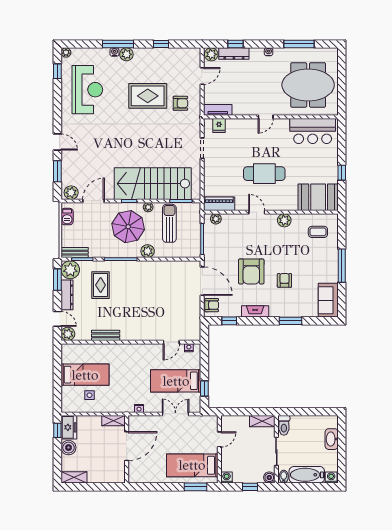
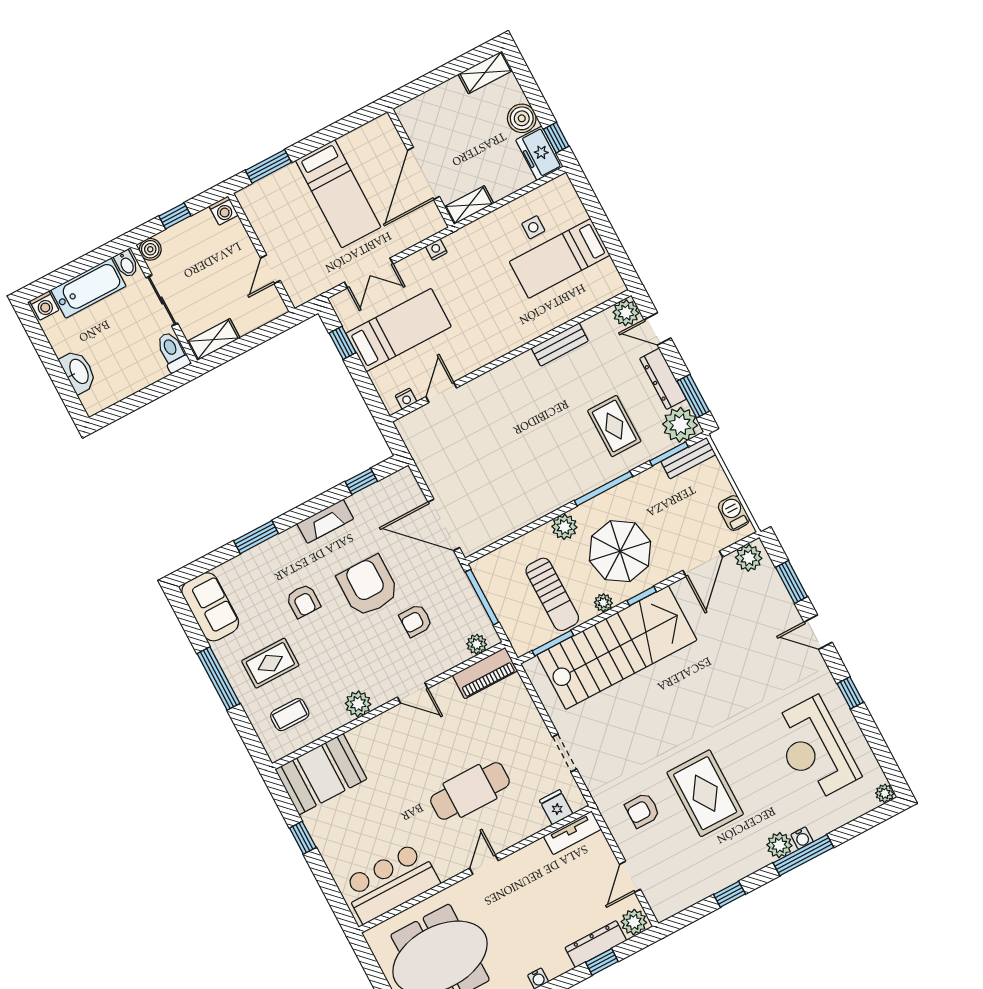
window: (57, 71) -> (850, 693), moved
rug: (148, 96) -> (705, 793), turned 90
cafe table: (264, 174) -> (470, 791), moved
rug: (314, 260) -> (270, 663), added
armchair: (212, 305) -> (416, 621), moved
bed: (192, 465) -> (338, 194), moved, turned 90

